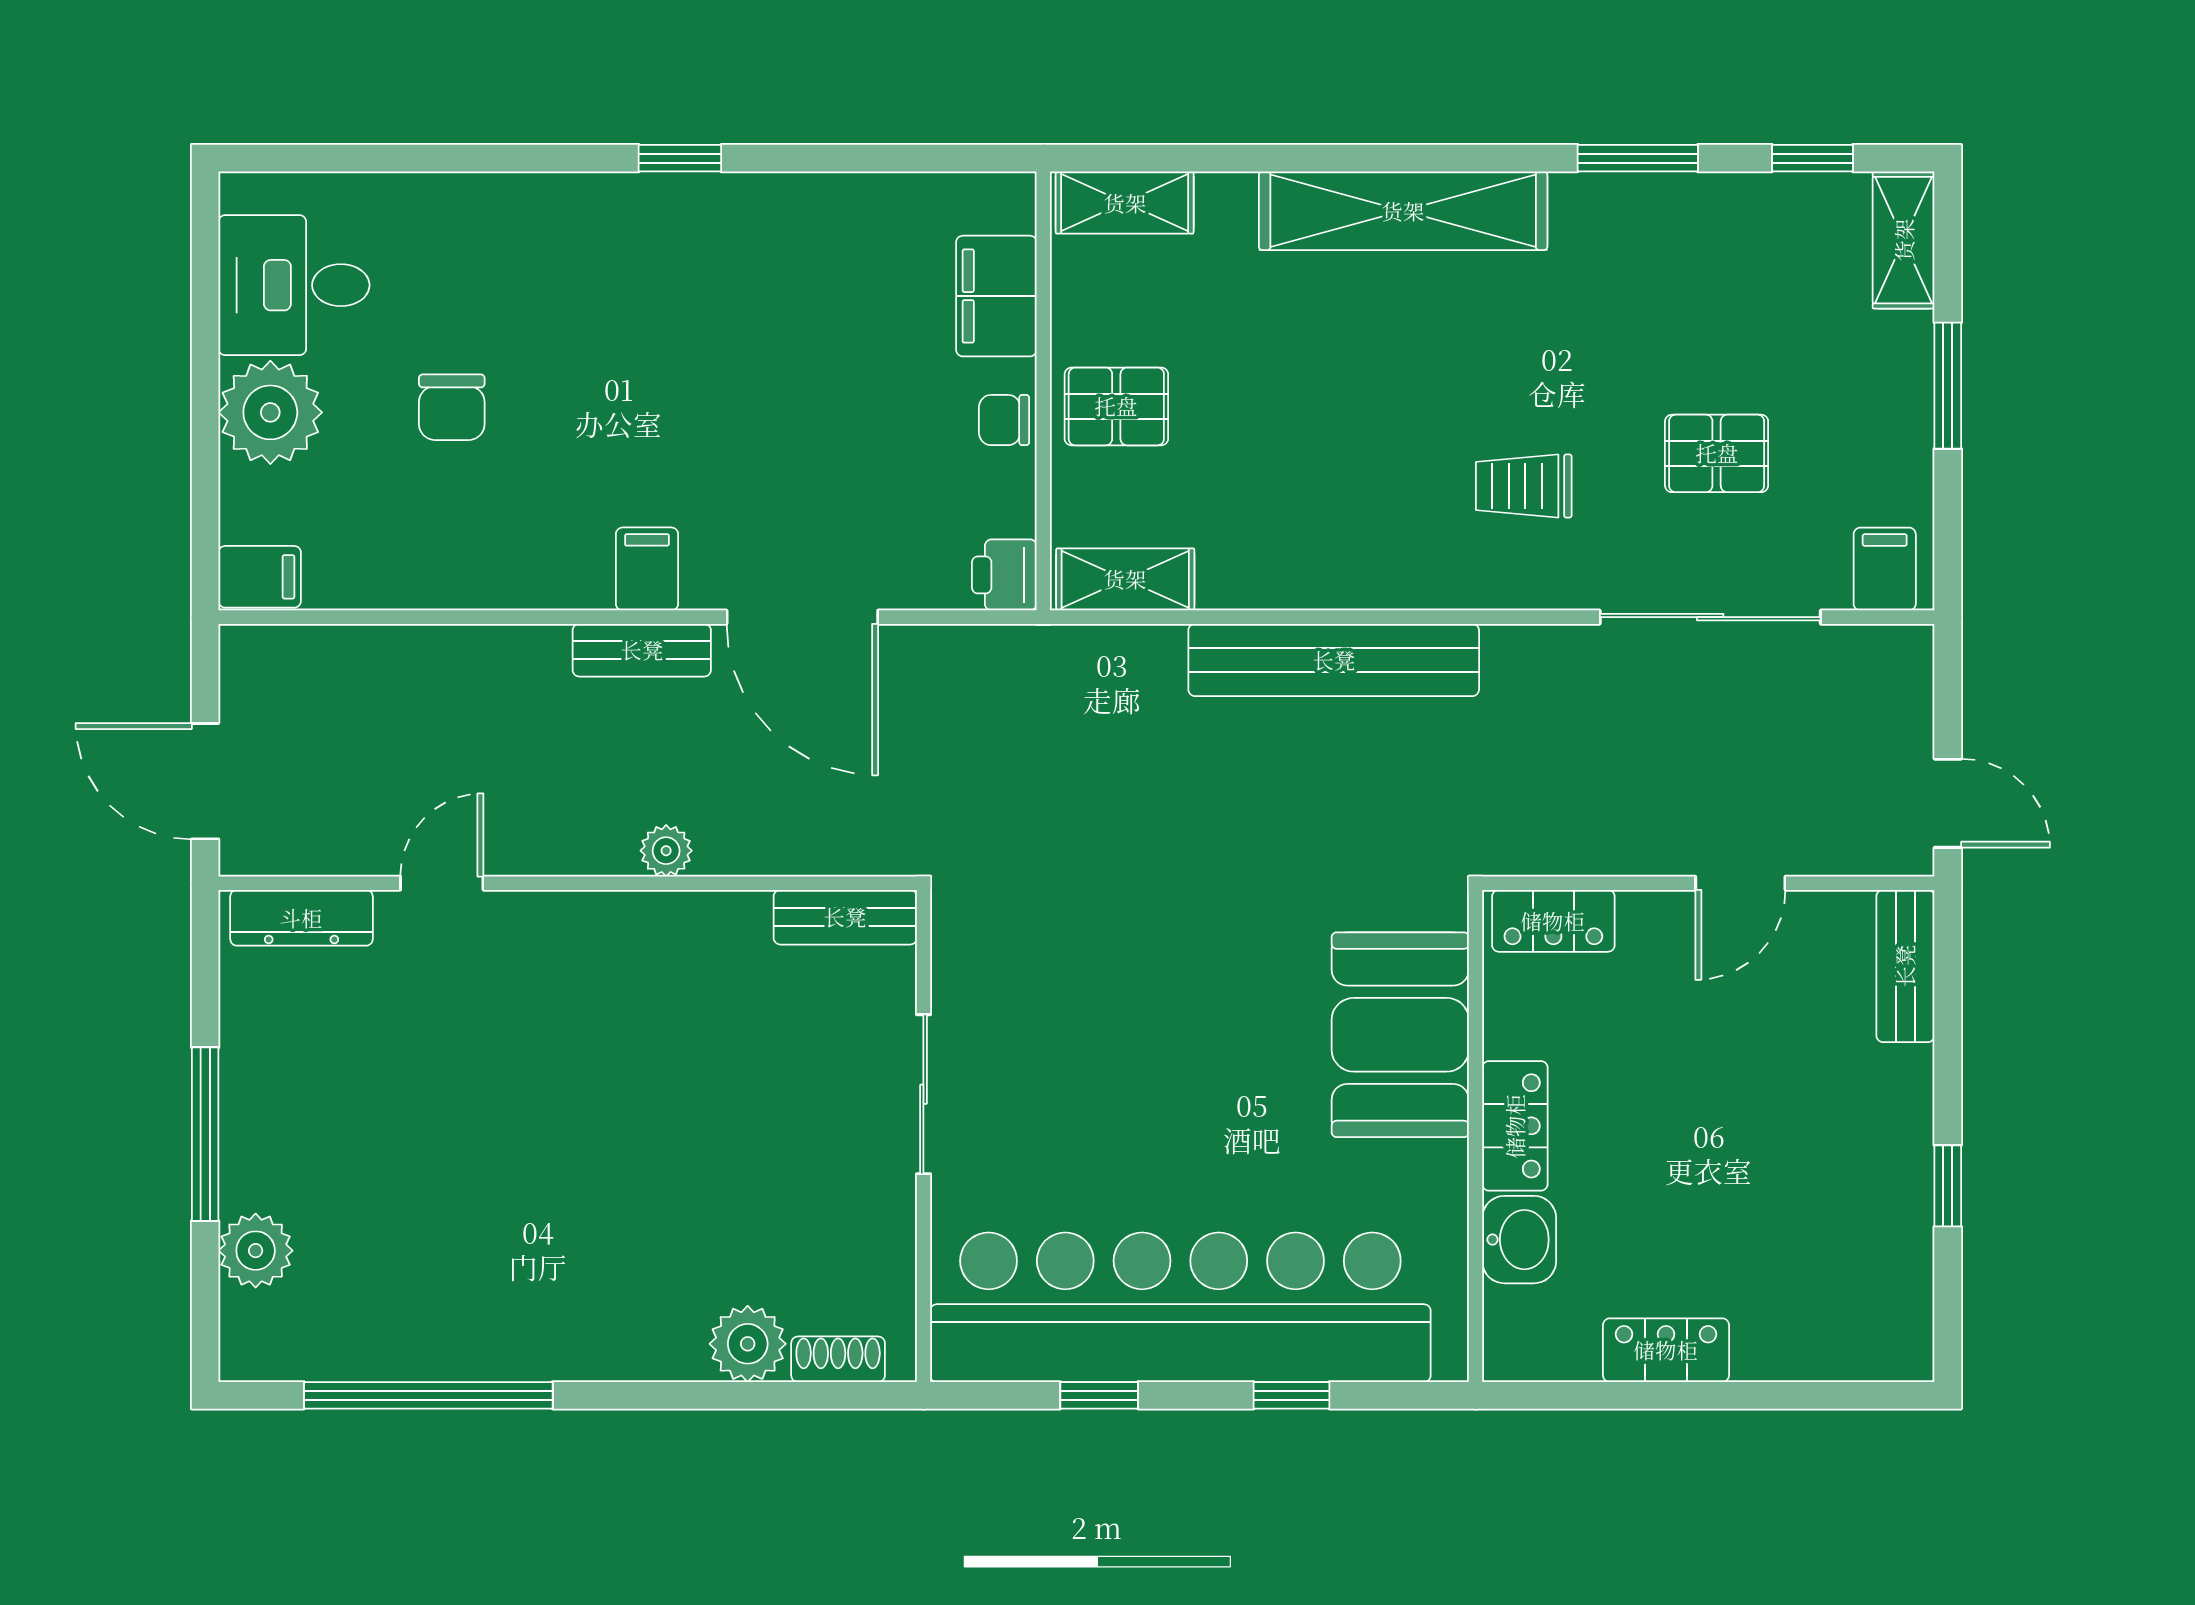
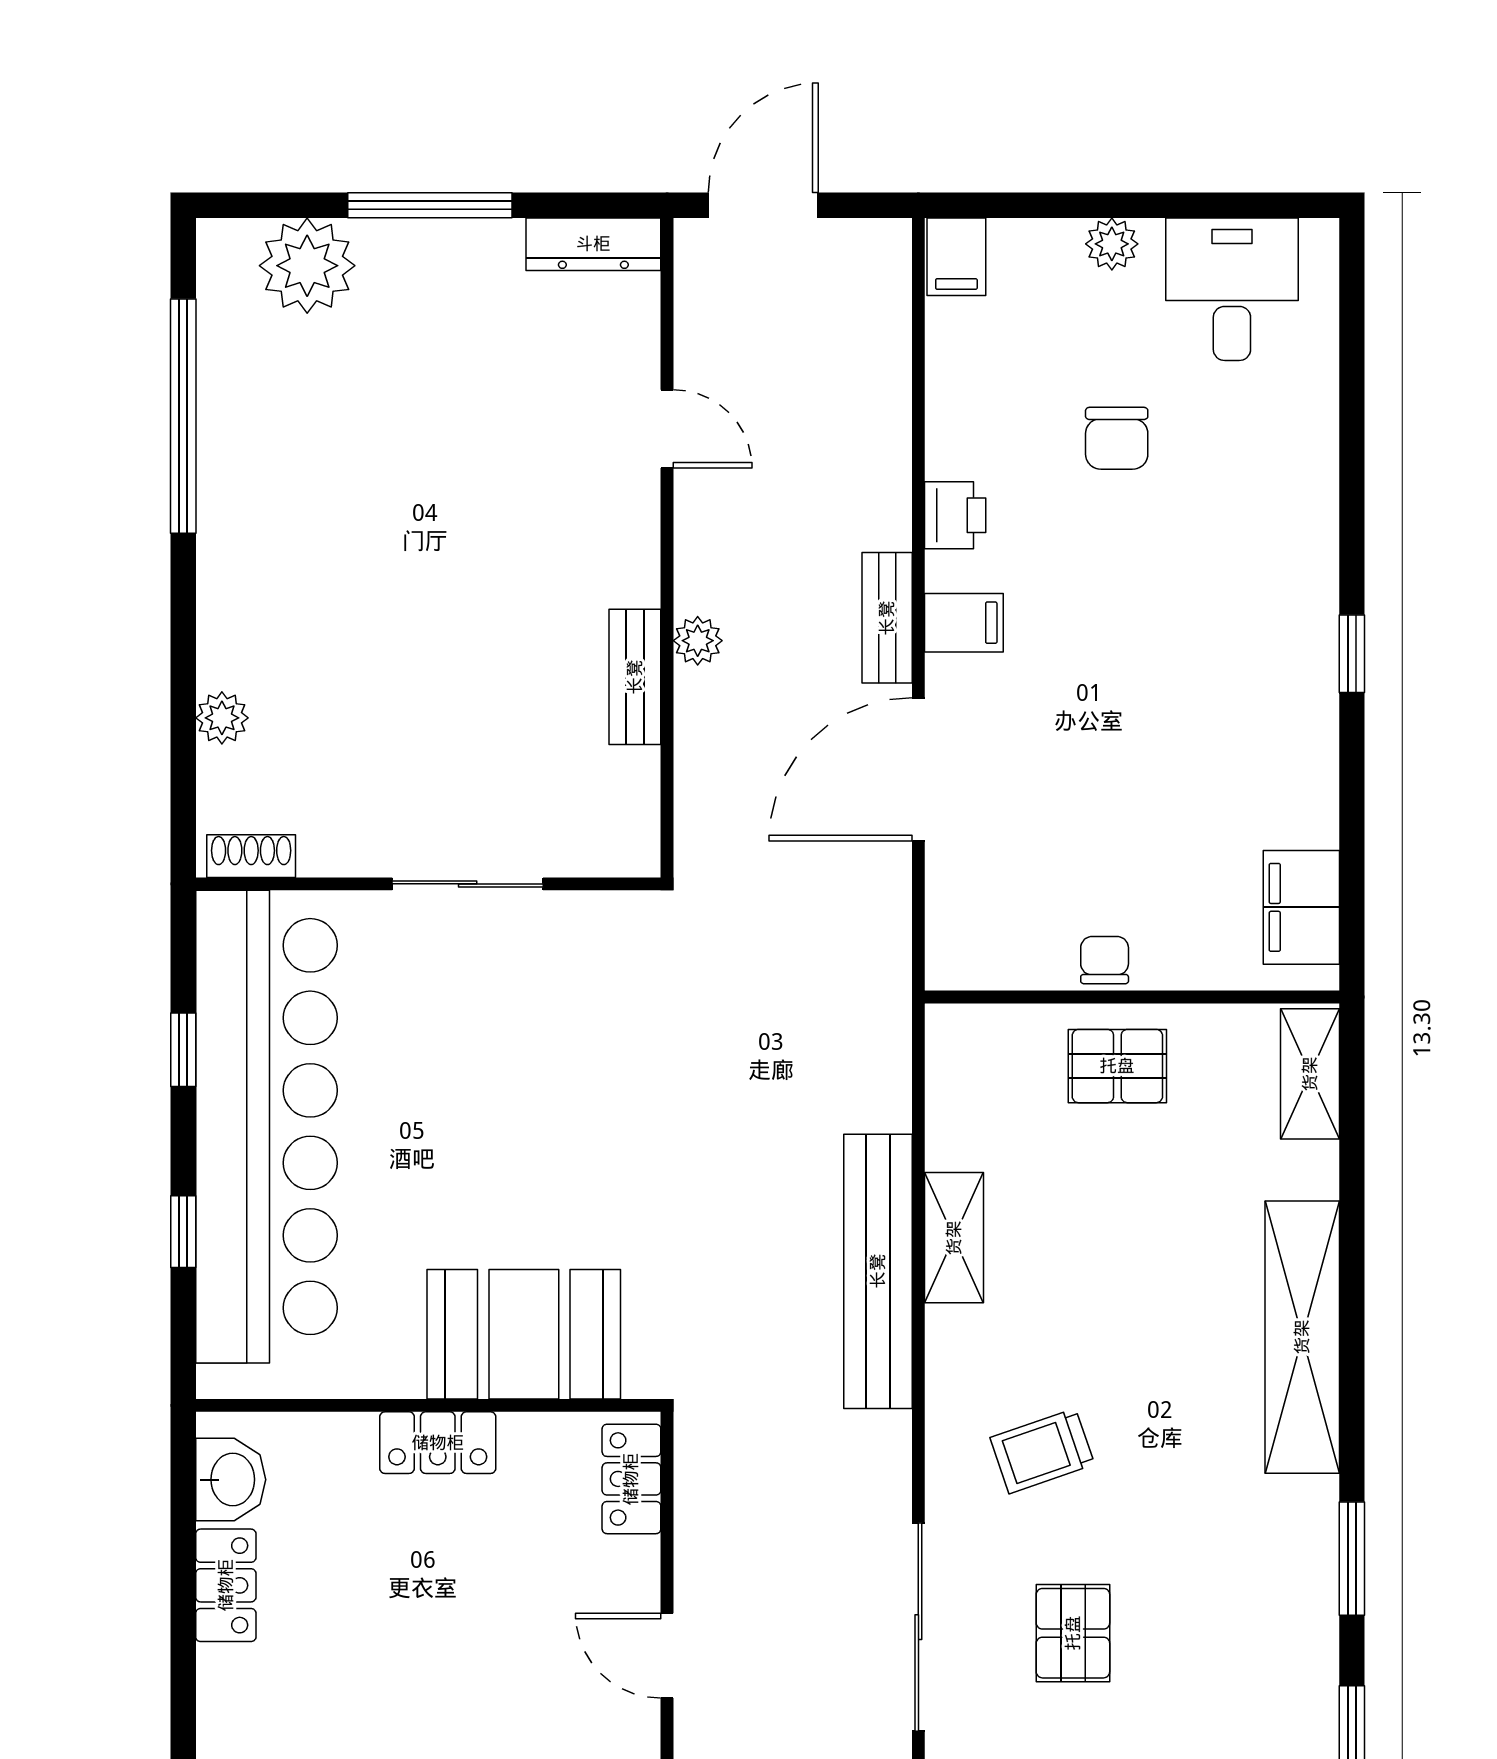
filing cabinet: (996, 296) -> (1301, 907), moved, turned -90
pallet: (1116, 406) -> (1117, 1066), turned 90
chair: (452, 407) -> (1117, 438), turned -90
plant: (270, 412) -> (1112, 244), width x0.53, depth x0.53
trolley: (1524, 486) -> (1042, 1451), turned -109
printer: (1004, 575) -> (955, 515), moved, turned 90
shelving: (1125, 579) -> (954, 1238), moved
bench: (845, 917) -> (635, 677), moved
dresser: (301, 918) -> (593, 244), moved, turned -90
washbasin: (1519, 1240) -> (231, 1480), moved, turned -90
plant: (256, 1251) -> (307, 266), width x1.36, depth x1.36
plant: (748, 1344) -> (222, 718), width x0.73, depth x0.73
shoe rack: (838, 1359) -> (251, 856), moved, turned -90

